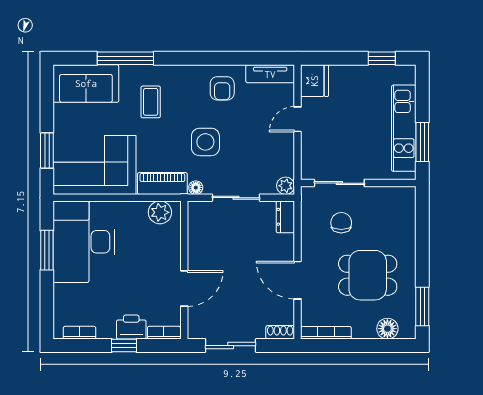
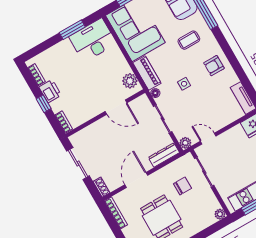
armchair: (222, 88) -> (214, 66), moved
door: (297, 119) -> (208, 139), moved
side table: (205, 142) -> (184, 84), width x0.54, depth x0.54
plant: (408, 194) -> (220, 214), added
dresser: (285, 217) -> (164, 155), width x1.44
desk: (84, 242) -> (93, 40), width x0.73, depth x0.77
door: (184, 288) -> (116, 107), moved
printer: (131, 327) -> (50, 91), moved

